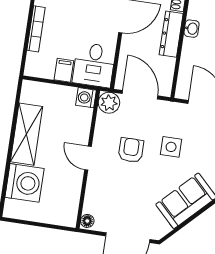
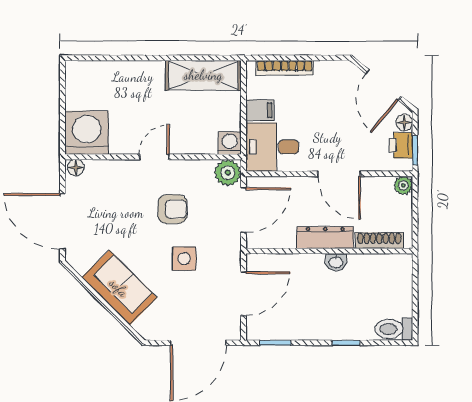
bookcase: (36, 29) -> (285, 68), moved
shelving: (26, 134) -> (203, 75), moved
washing machine: (25, 183) -> (87, 133), moved, turned 180

